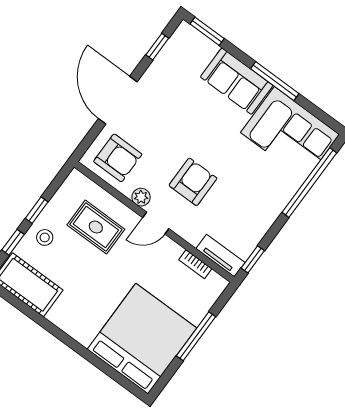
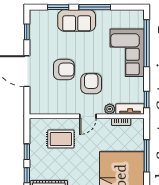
window: (207, 31) -> (58, 7), moved
corner sofa: (290, 133) -> (127, 53), moved, turned 90
armchair: (118, 158) -> (64, 70), moved
plant: (141, 197) -> (110, 109), moved
stool: (45, 237) -> (40, 162), removed

